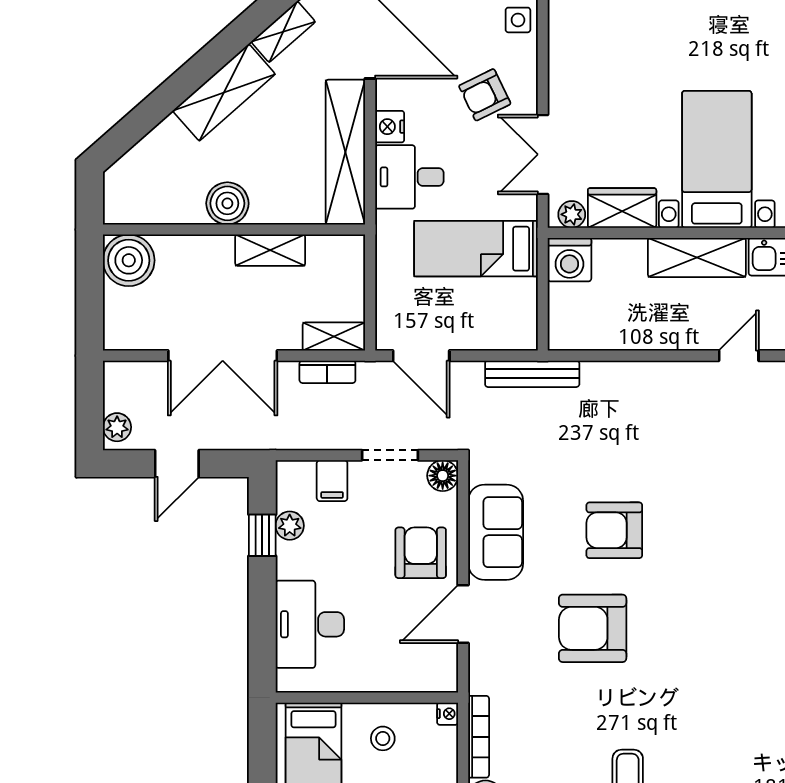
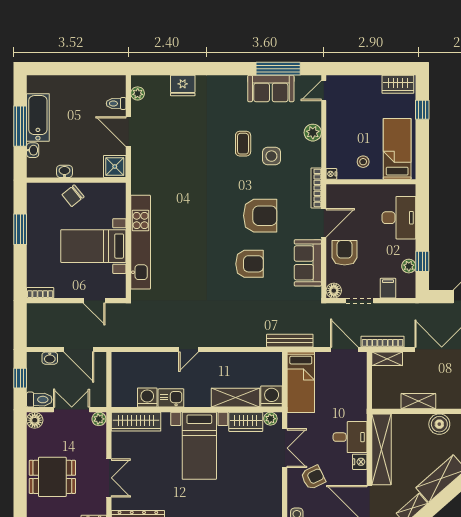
bed: (476, 249) -> (301, 382), moved, turned 90
shelving: (697, 257) -> (236, 398), moved
bookcase: (327, 372) -> (383, 342), width x1.56
armchair: (421, 553) -> (345, 253), turned 180
bookcase: (479, 737) -> (316, 188), moved
side table: (570, 750) -> (271, 156), added

